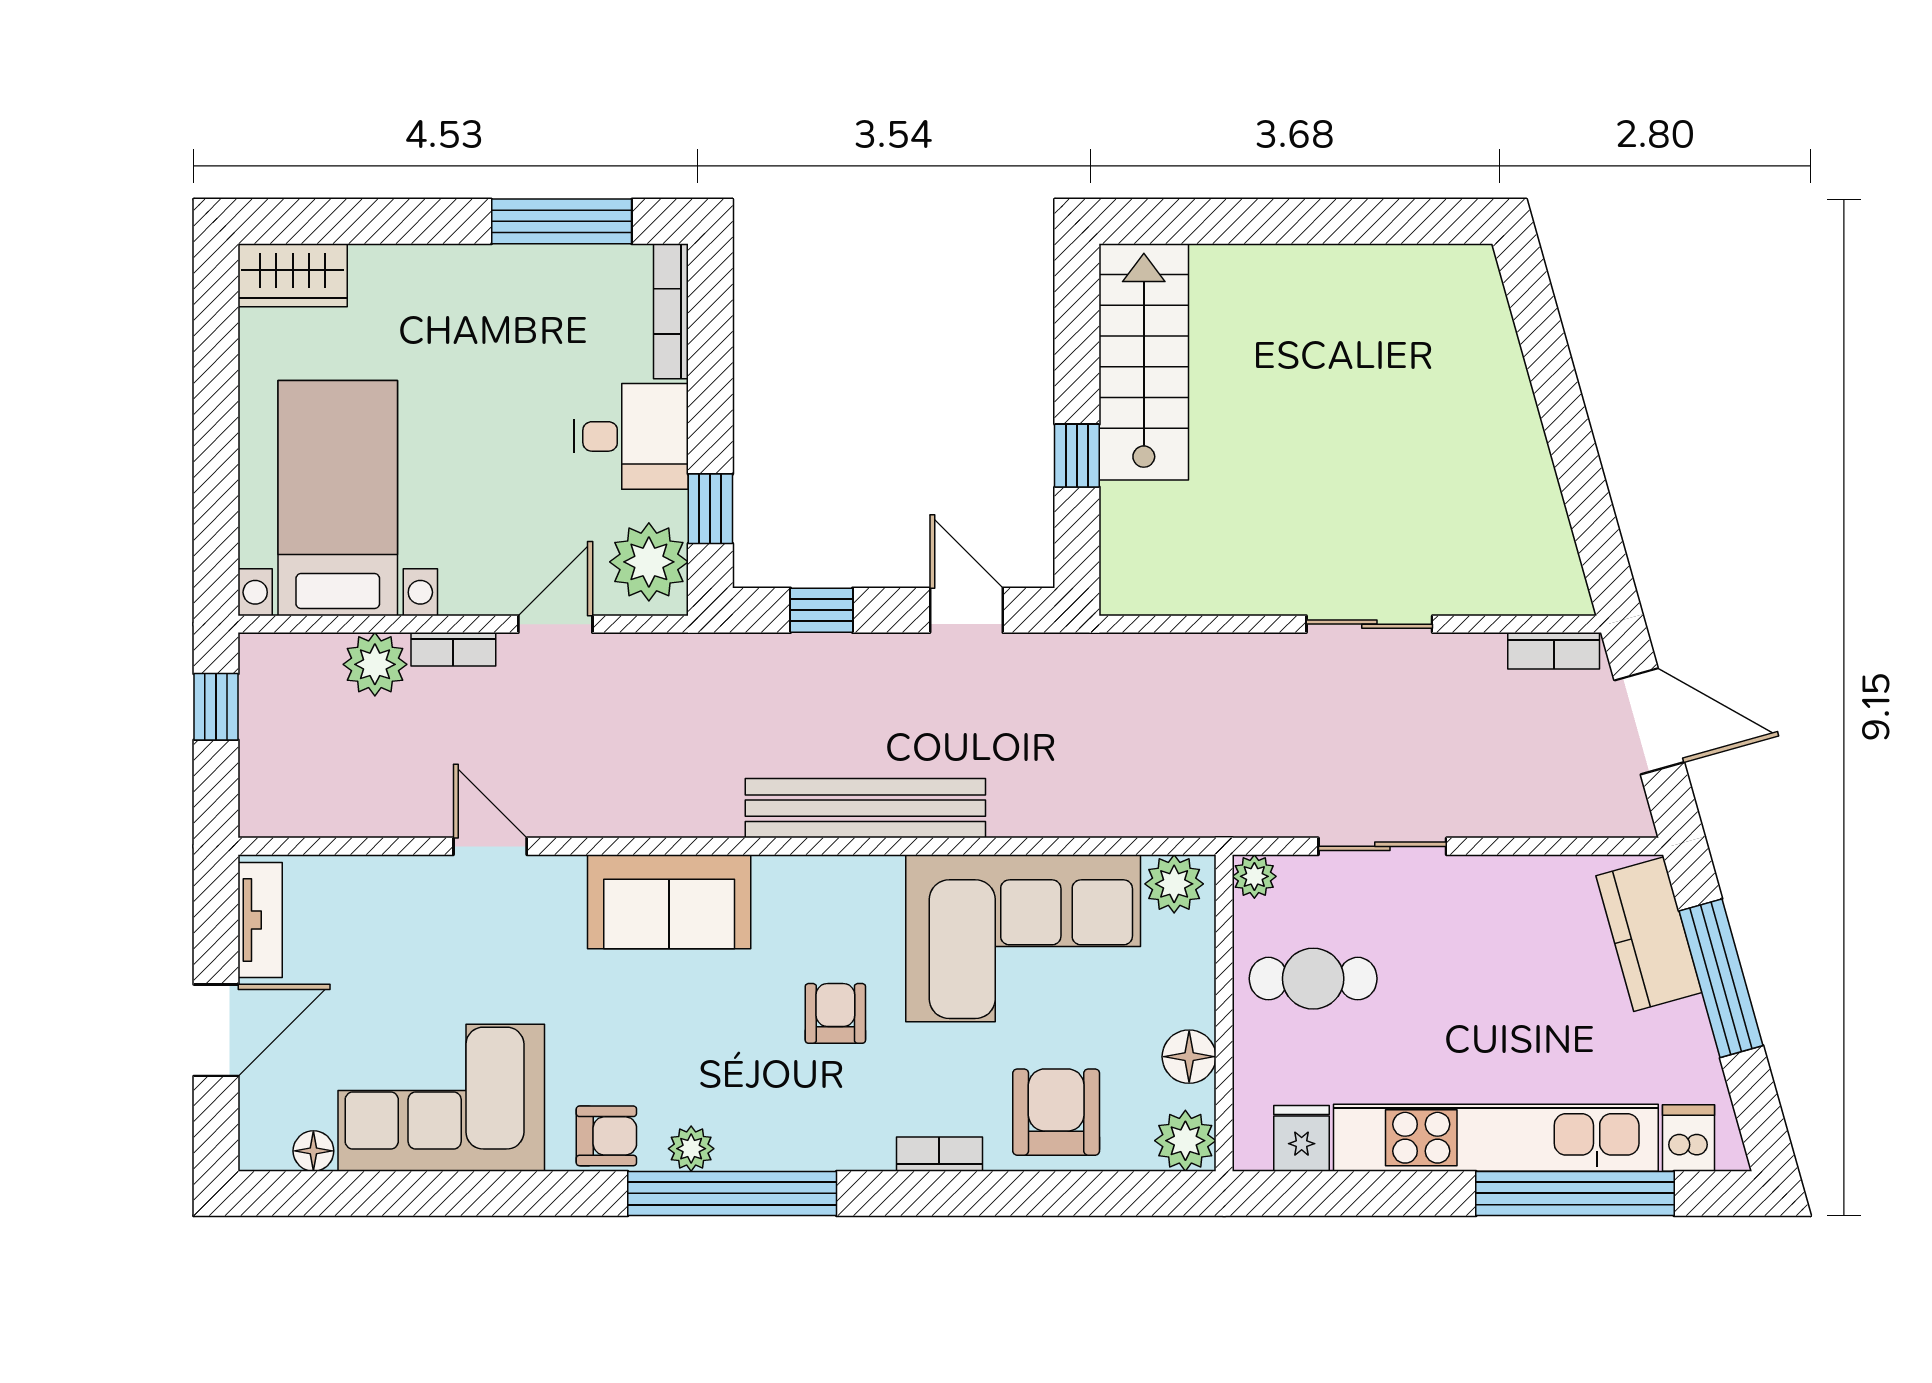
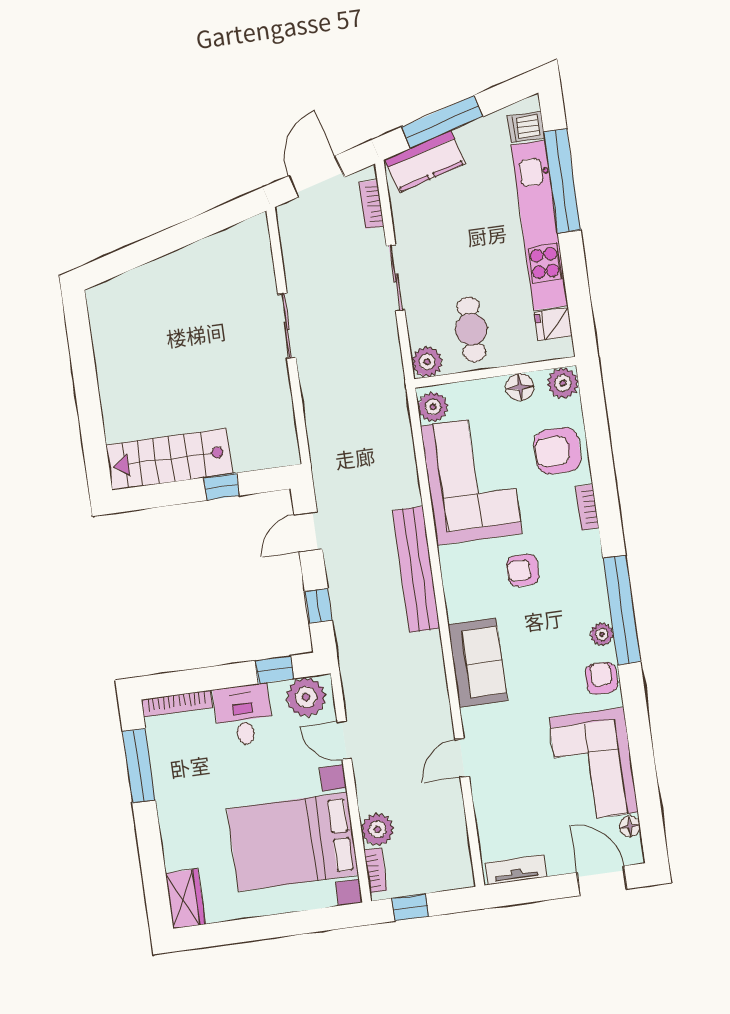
bed with nightstands: (338, 498) -> (293, 842), width x1.36
bookcase: (453, 649) -> (375, 870), moved
bookcase: (1554, 651) -> (371, 204), moved, turned 180
sliding door: (1382, 846) -> (395, 278), moved
plant: (1254, 876) -> (427, 362), width x1.38, depth x1.38
door: (216, 1030) -> (602, 881), moved

